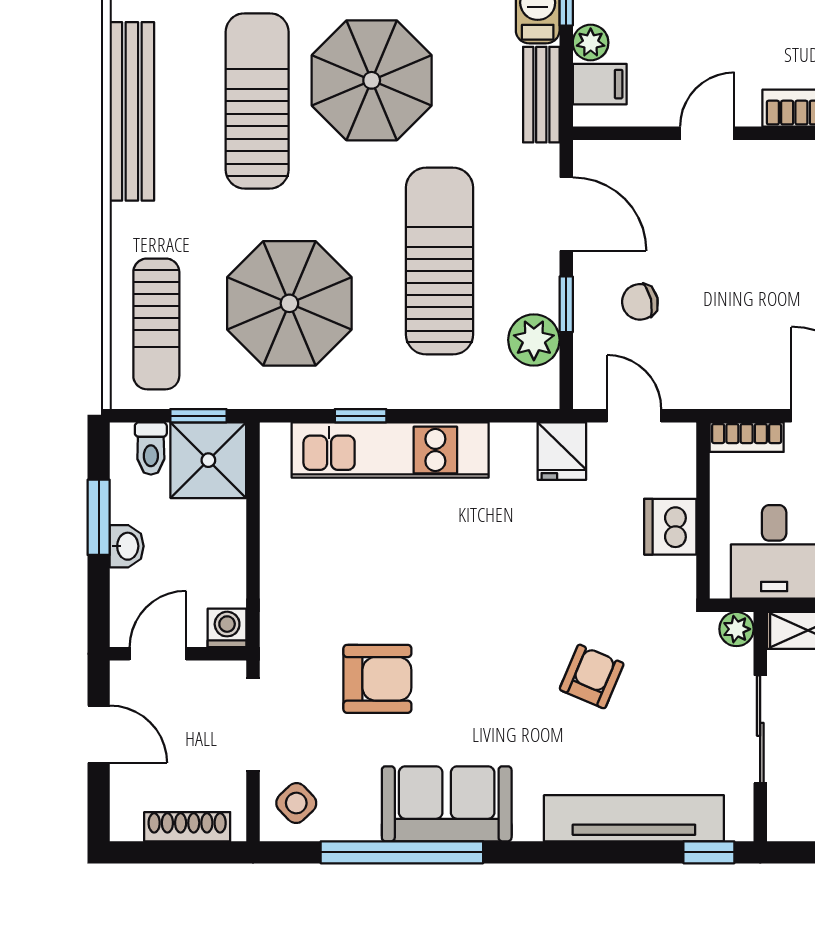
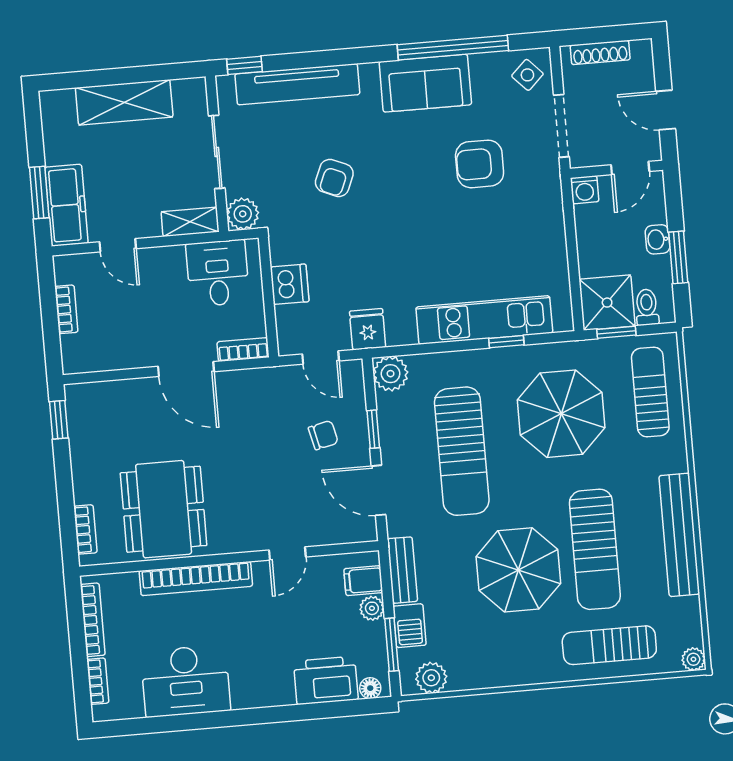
plant: (534, 340) -> (391, 374), moved
plant: (736, 629) -> (243, 214), width x1.38, depth x1.38

